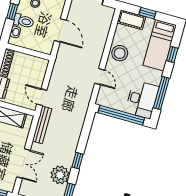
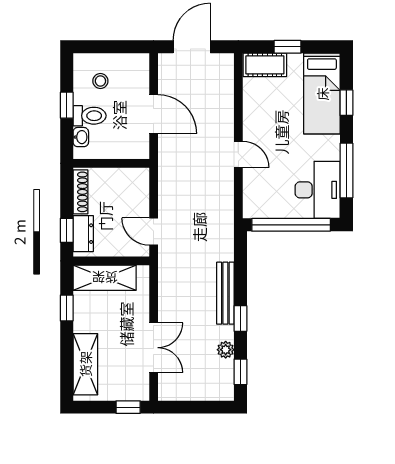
stool: (120, 53) -> (260, 125), removed
door: (100, 77) -> (238, 154), moved
bench: (42, 125) -> (225, 293), moved
plant: (60, 175) -> (226, 350), width x0.53, depth x0.53

